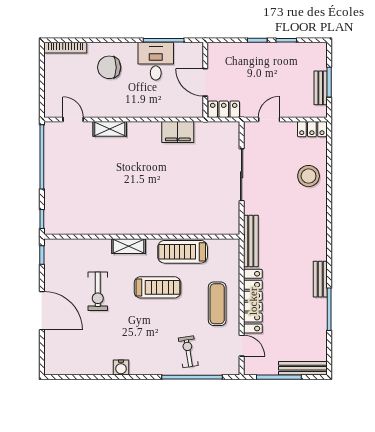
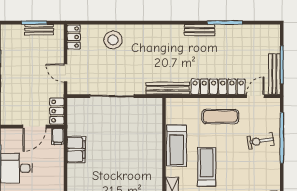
filing cabinet: (194, 110) -> (58, 136), added
bench: (303, 368) -> (274, 74), moved

